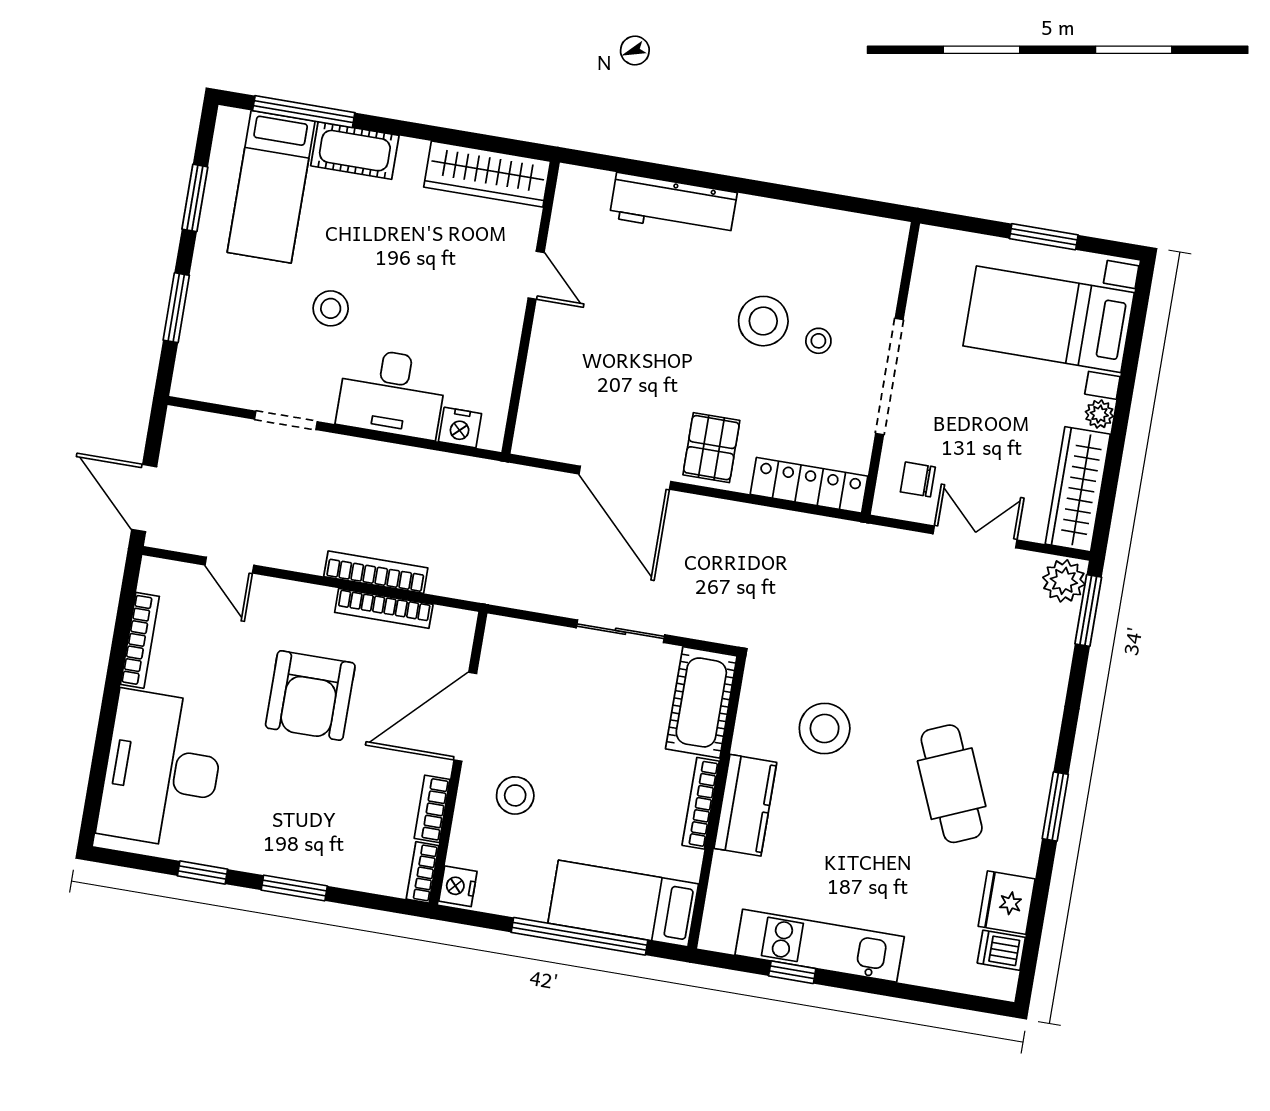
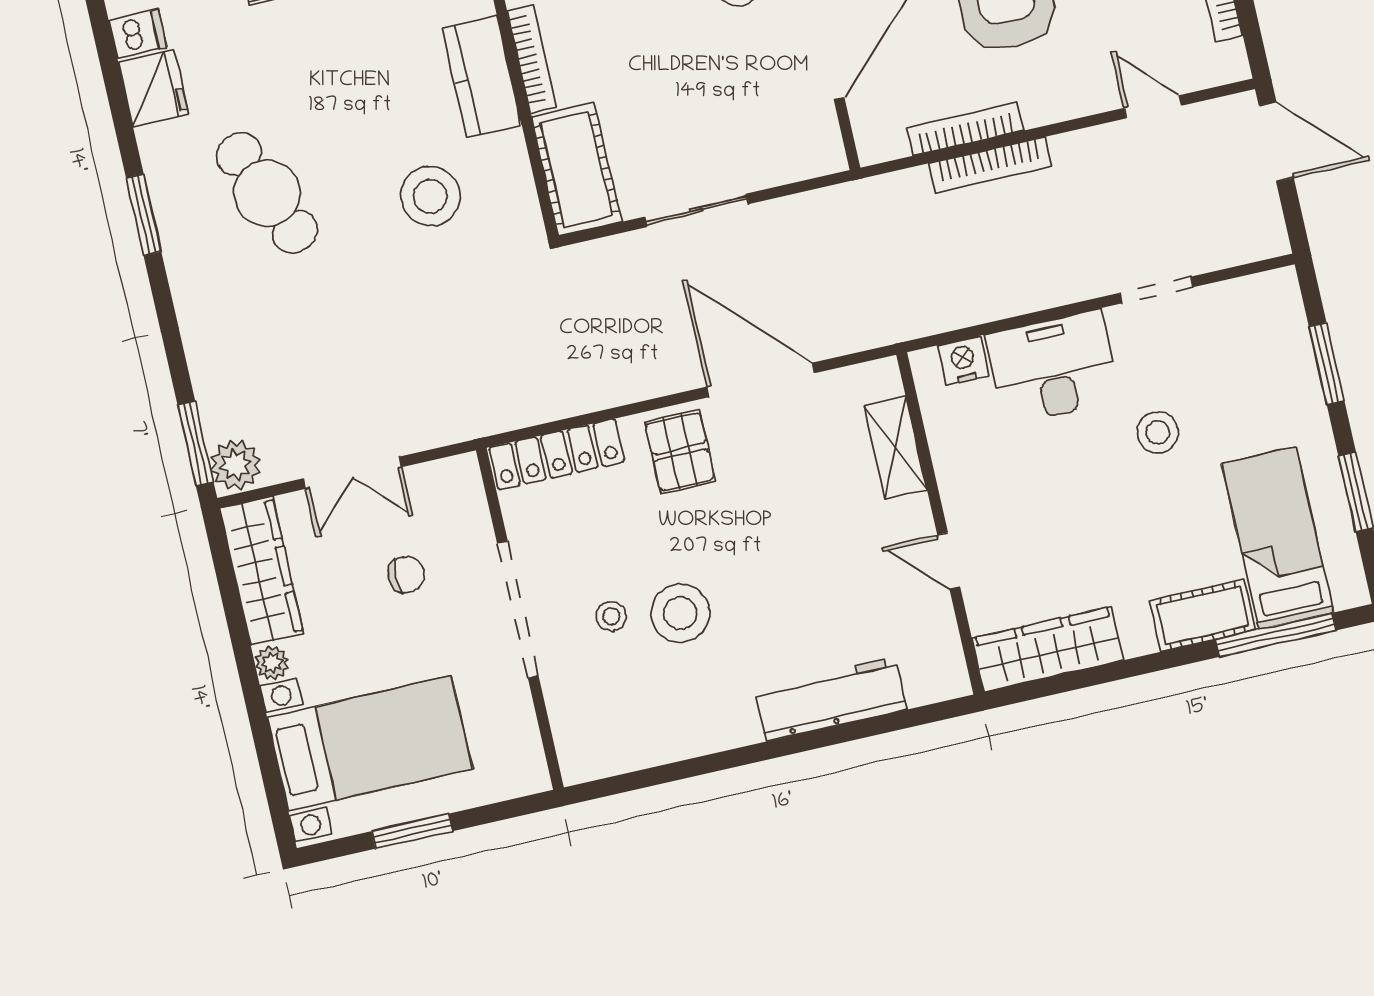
shelving: (541, 381) -> (895, 448), added
chair: (918, 479) -> (406, 575), moved

